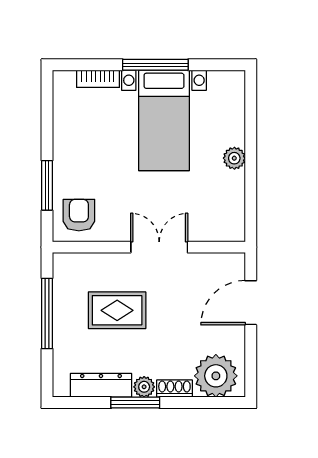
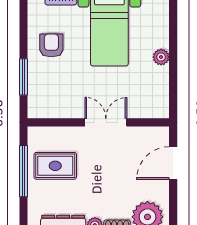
armchair: (79, 215) -> (51, 45), moved
rug: (117, 310) -> (55, 166), moved

